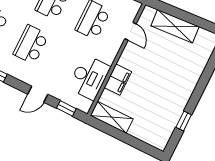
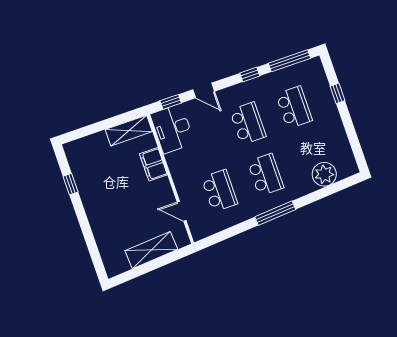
desk: (89, 77) -> (172, 129), moved
door: (38, 94) -> (204, 90), swing flipped

